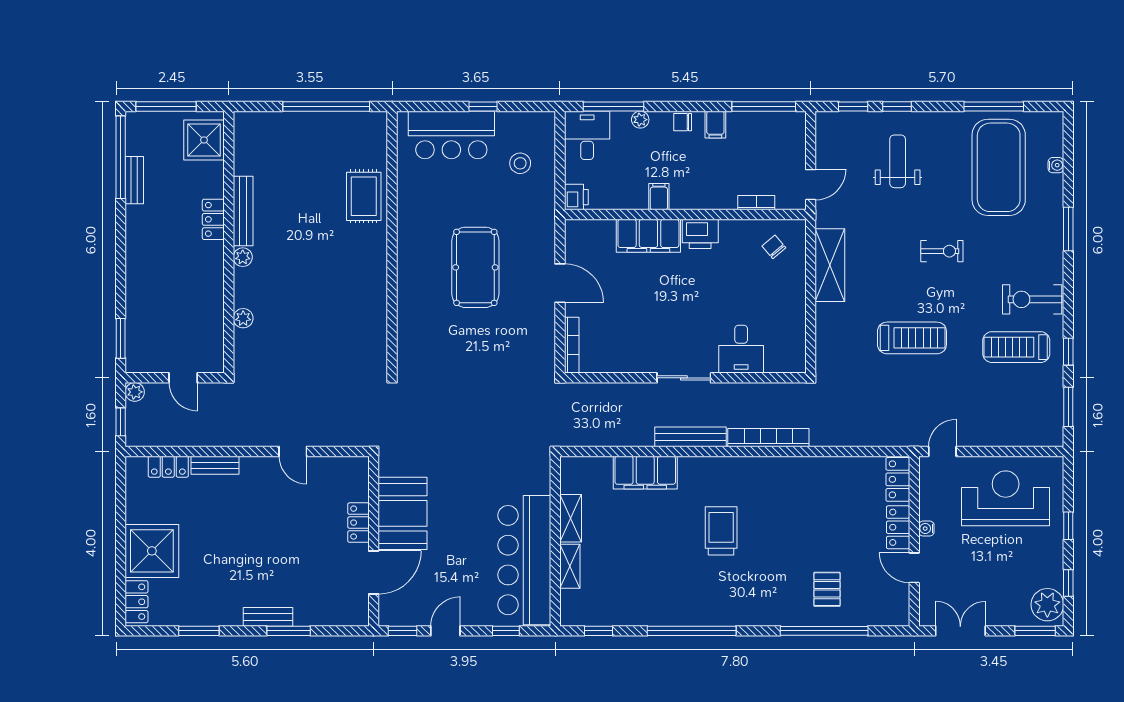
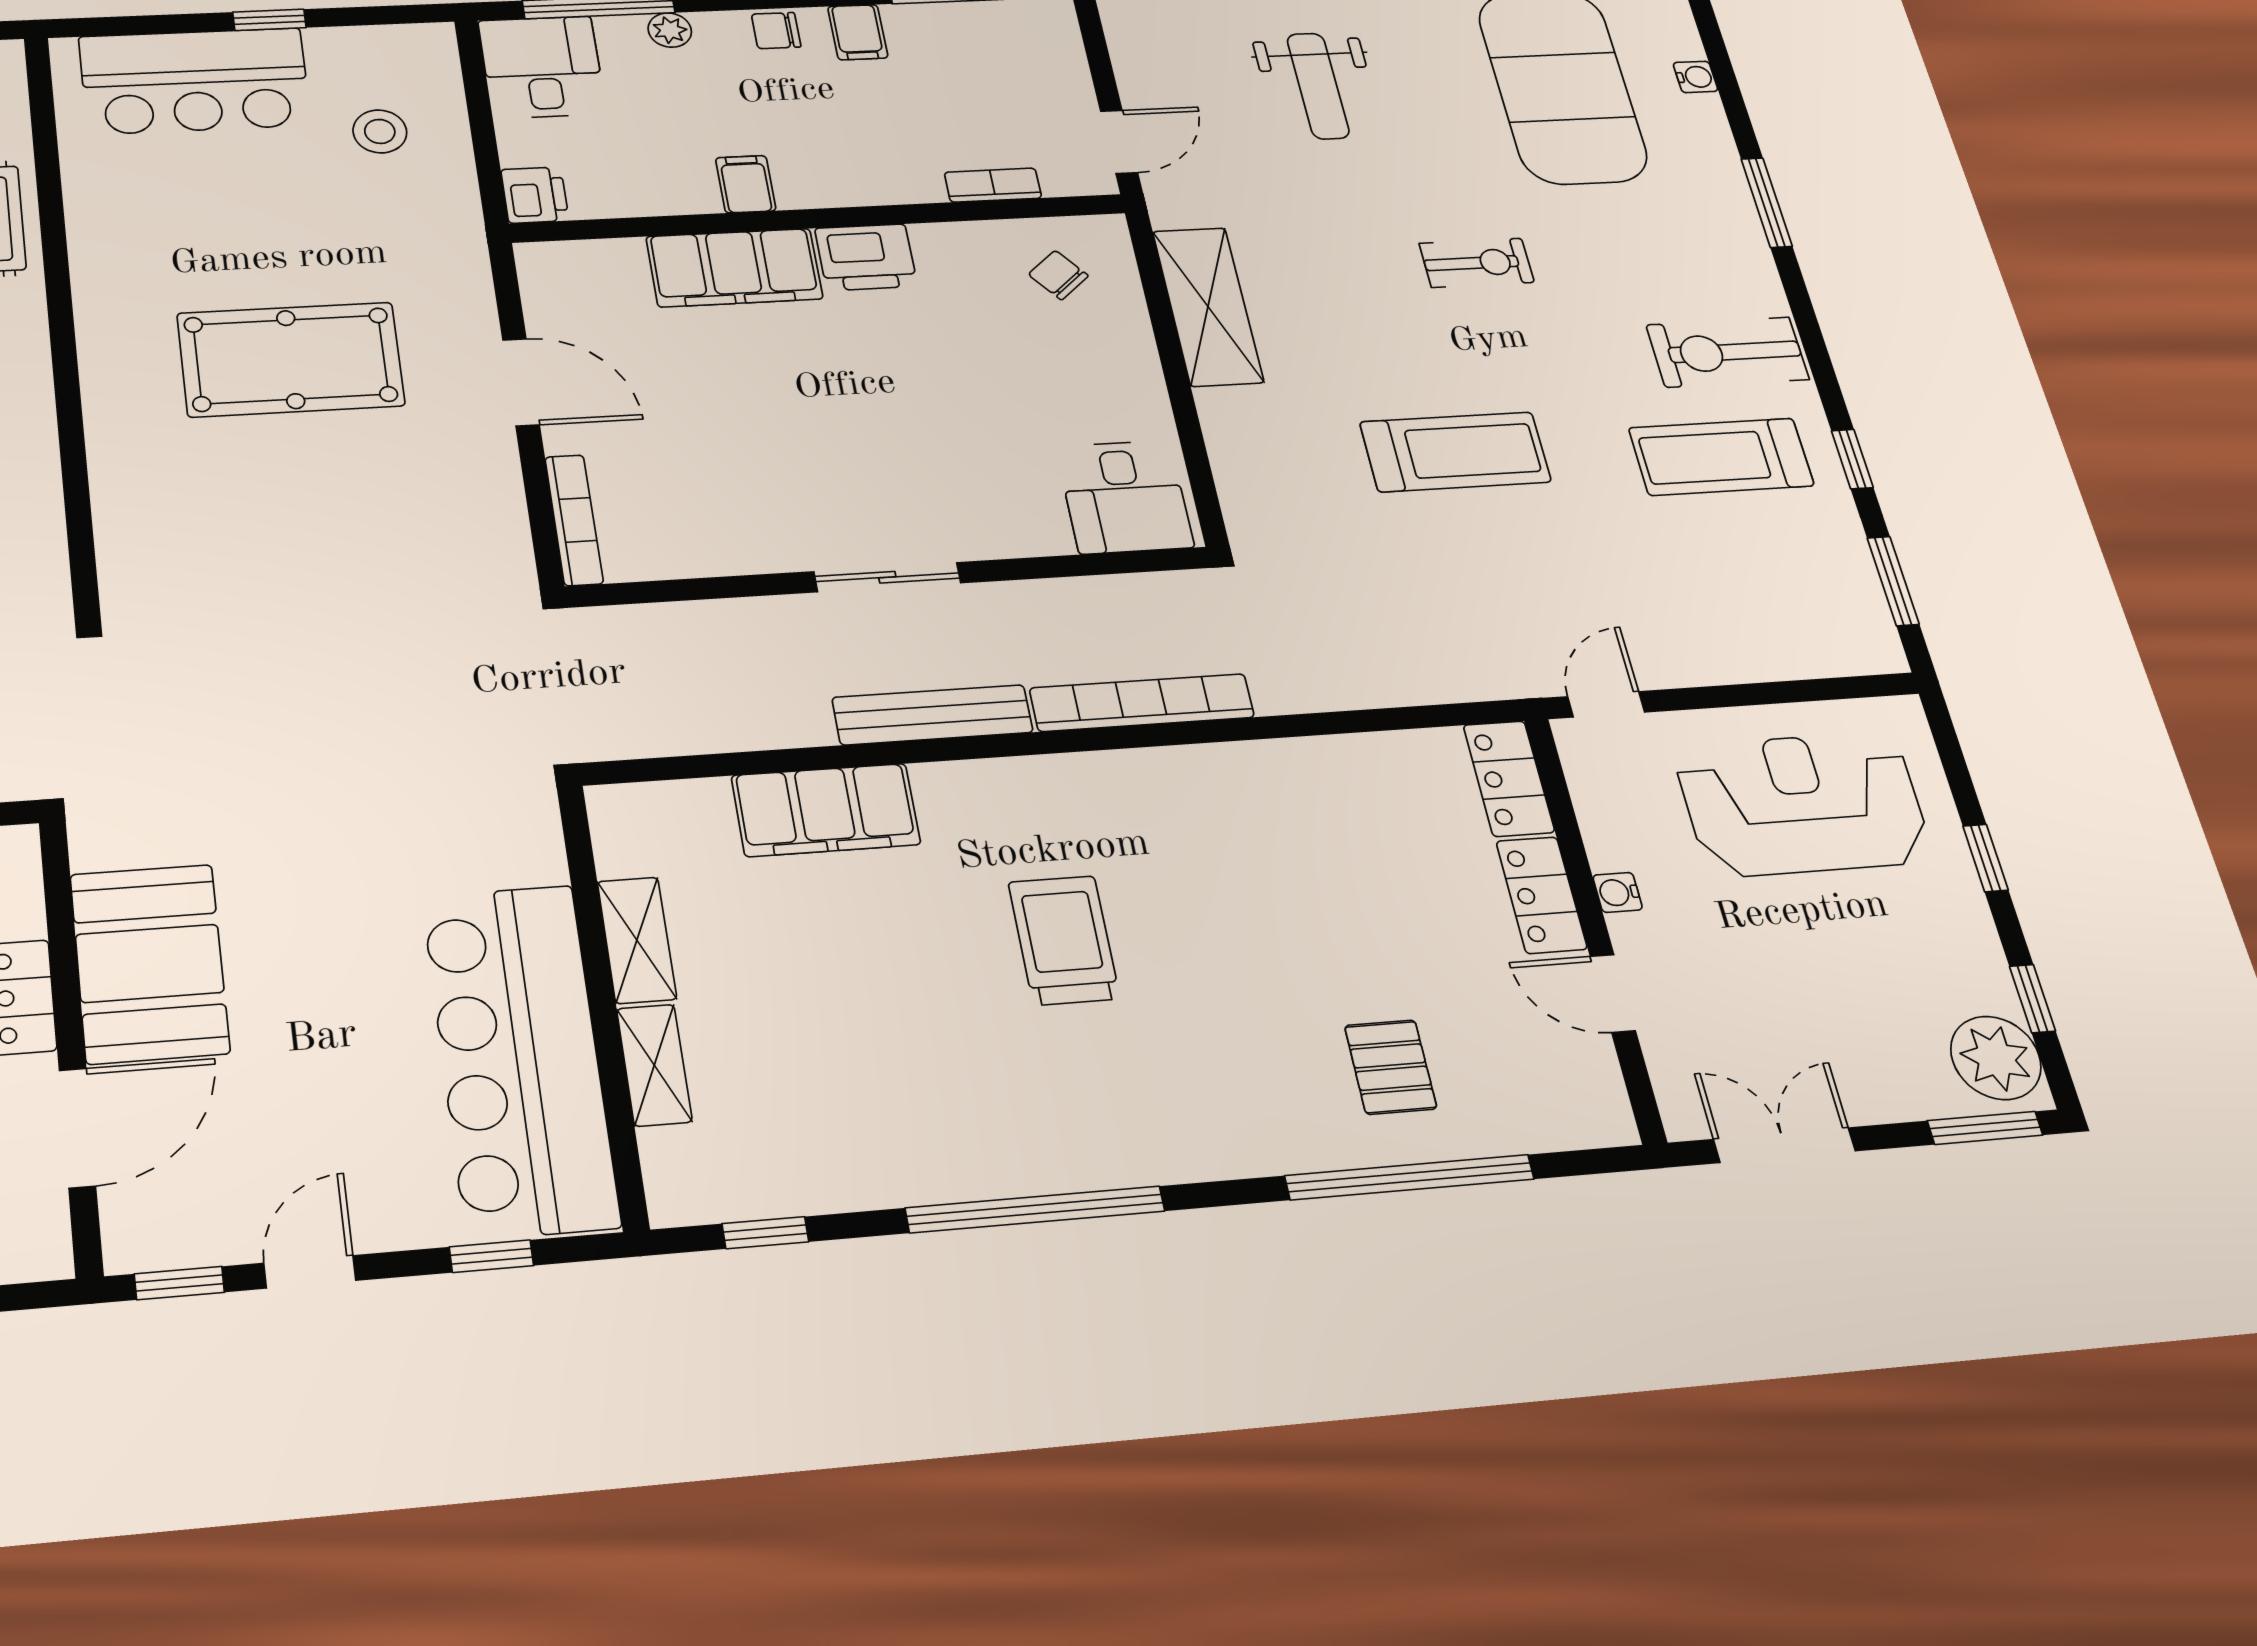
weight bench: (898, 161) -> (1318, 86), turned 180
pool table: (475, 267) -> (291, 359), turned 90
desk: (741, 349) -> (1125, 497), moved

